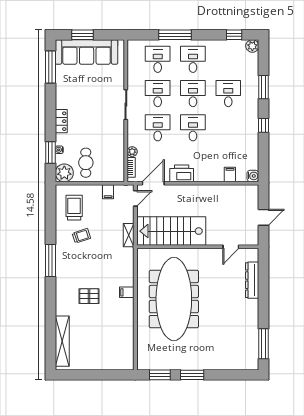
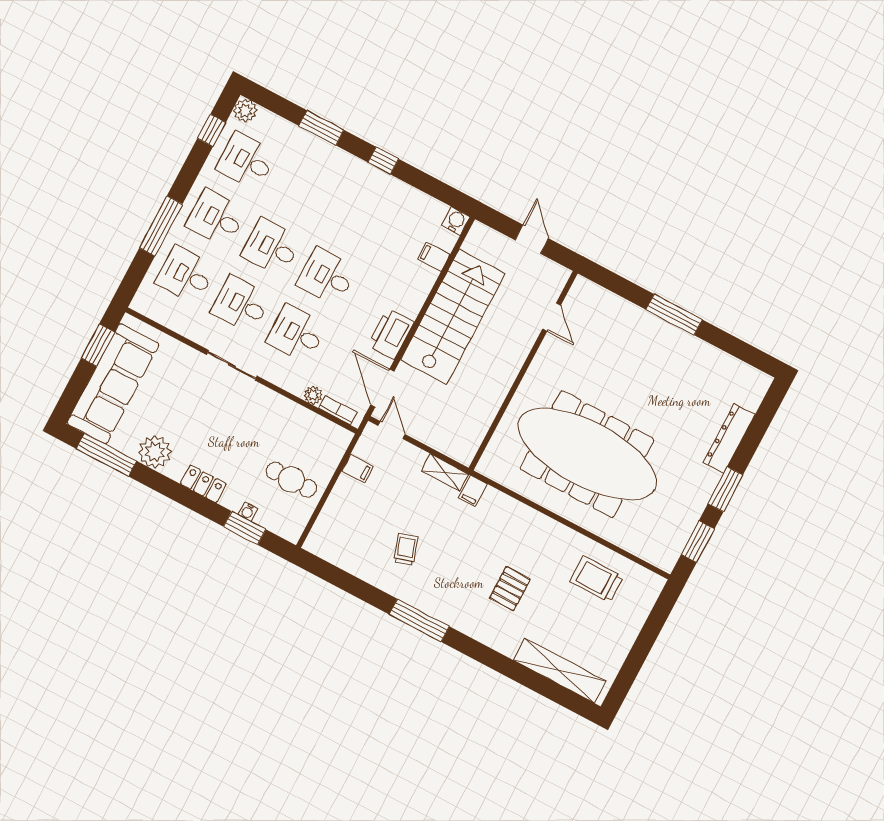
window: (82, 35) -> (98, 345), moved
desk: (228, 94) -> (246, 161), moved
plant: (64, 173) -> (155, 452), moved
trolley: (74, 208) -> (596, 579), moved
stairs: (171, 231) -> (453, 317), moved, turned 180
dresser: (252, 280) -> (729, 438), moved, turned 90
filing cabinet: (127, 292) -> (473, 491), moved
window: (263, 344) -> (674, 315), moved

